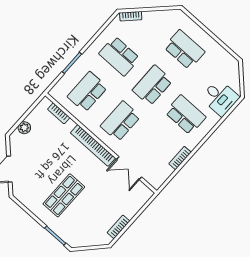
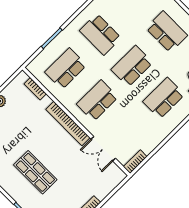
school desk: (185, 115) -> (164, 98), turned -90
bookcase: (180, 158) -> (135, 162), moved
shop shelf: (64, 195) -> (35, 172), turned 90

